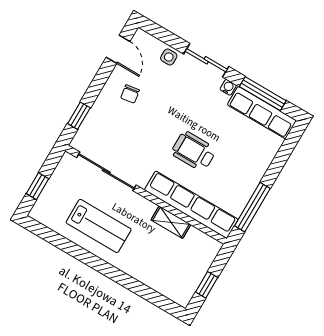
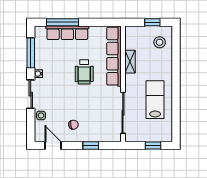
door: (118, 49) -> (53, 145), hinge flipped
row of seats: (262, 113) -> (67, 33), moved, turned 90
window: (79, 116) -> (91, 145), moved
window: (252, 207) -> (62, 22), moved
stool: (173, 278) -> (160, 42), added

